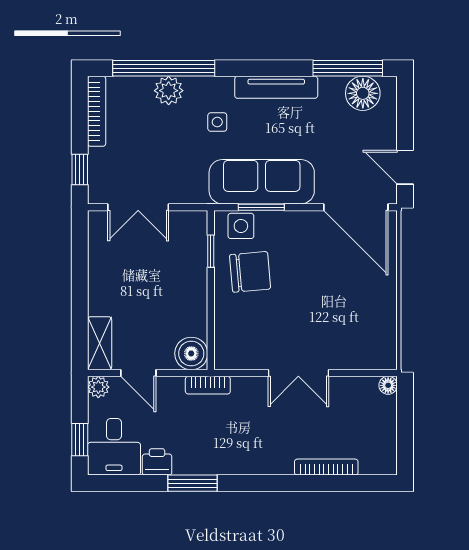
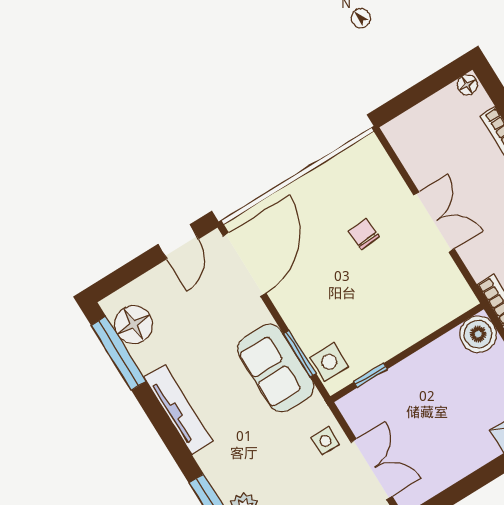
side table: (217, 122) -> (325, 441), moved
sofa: (262, 182) -> (276, 368), width x0.73
chair: (250, 272) -> (364, 234), moved, width x0.54, depth x0.54
floor lamp: (388, 385) -> (467, 85), moved

